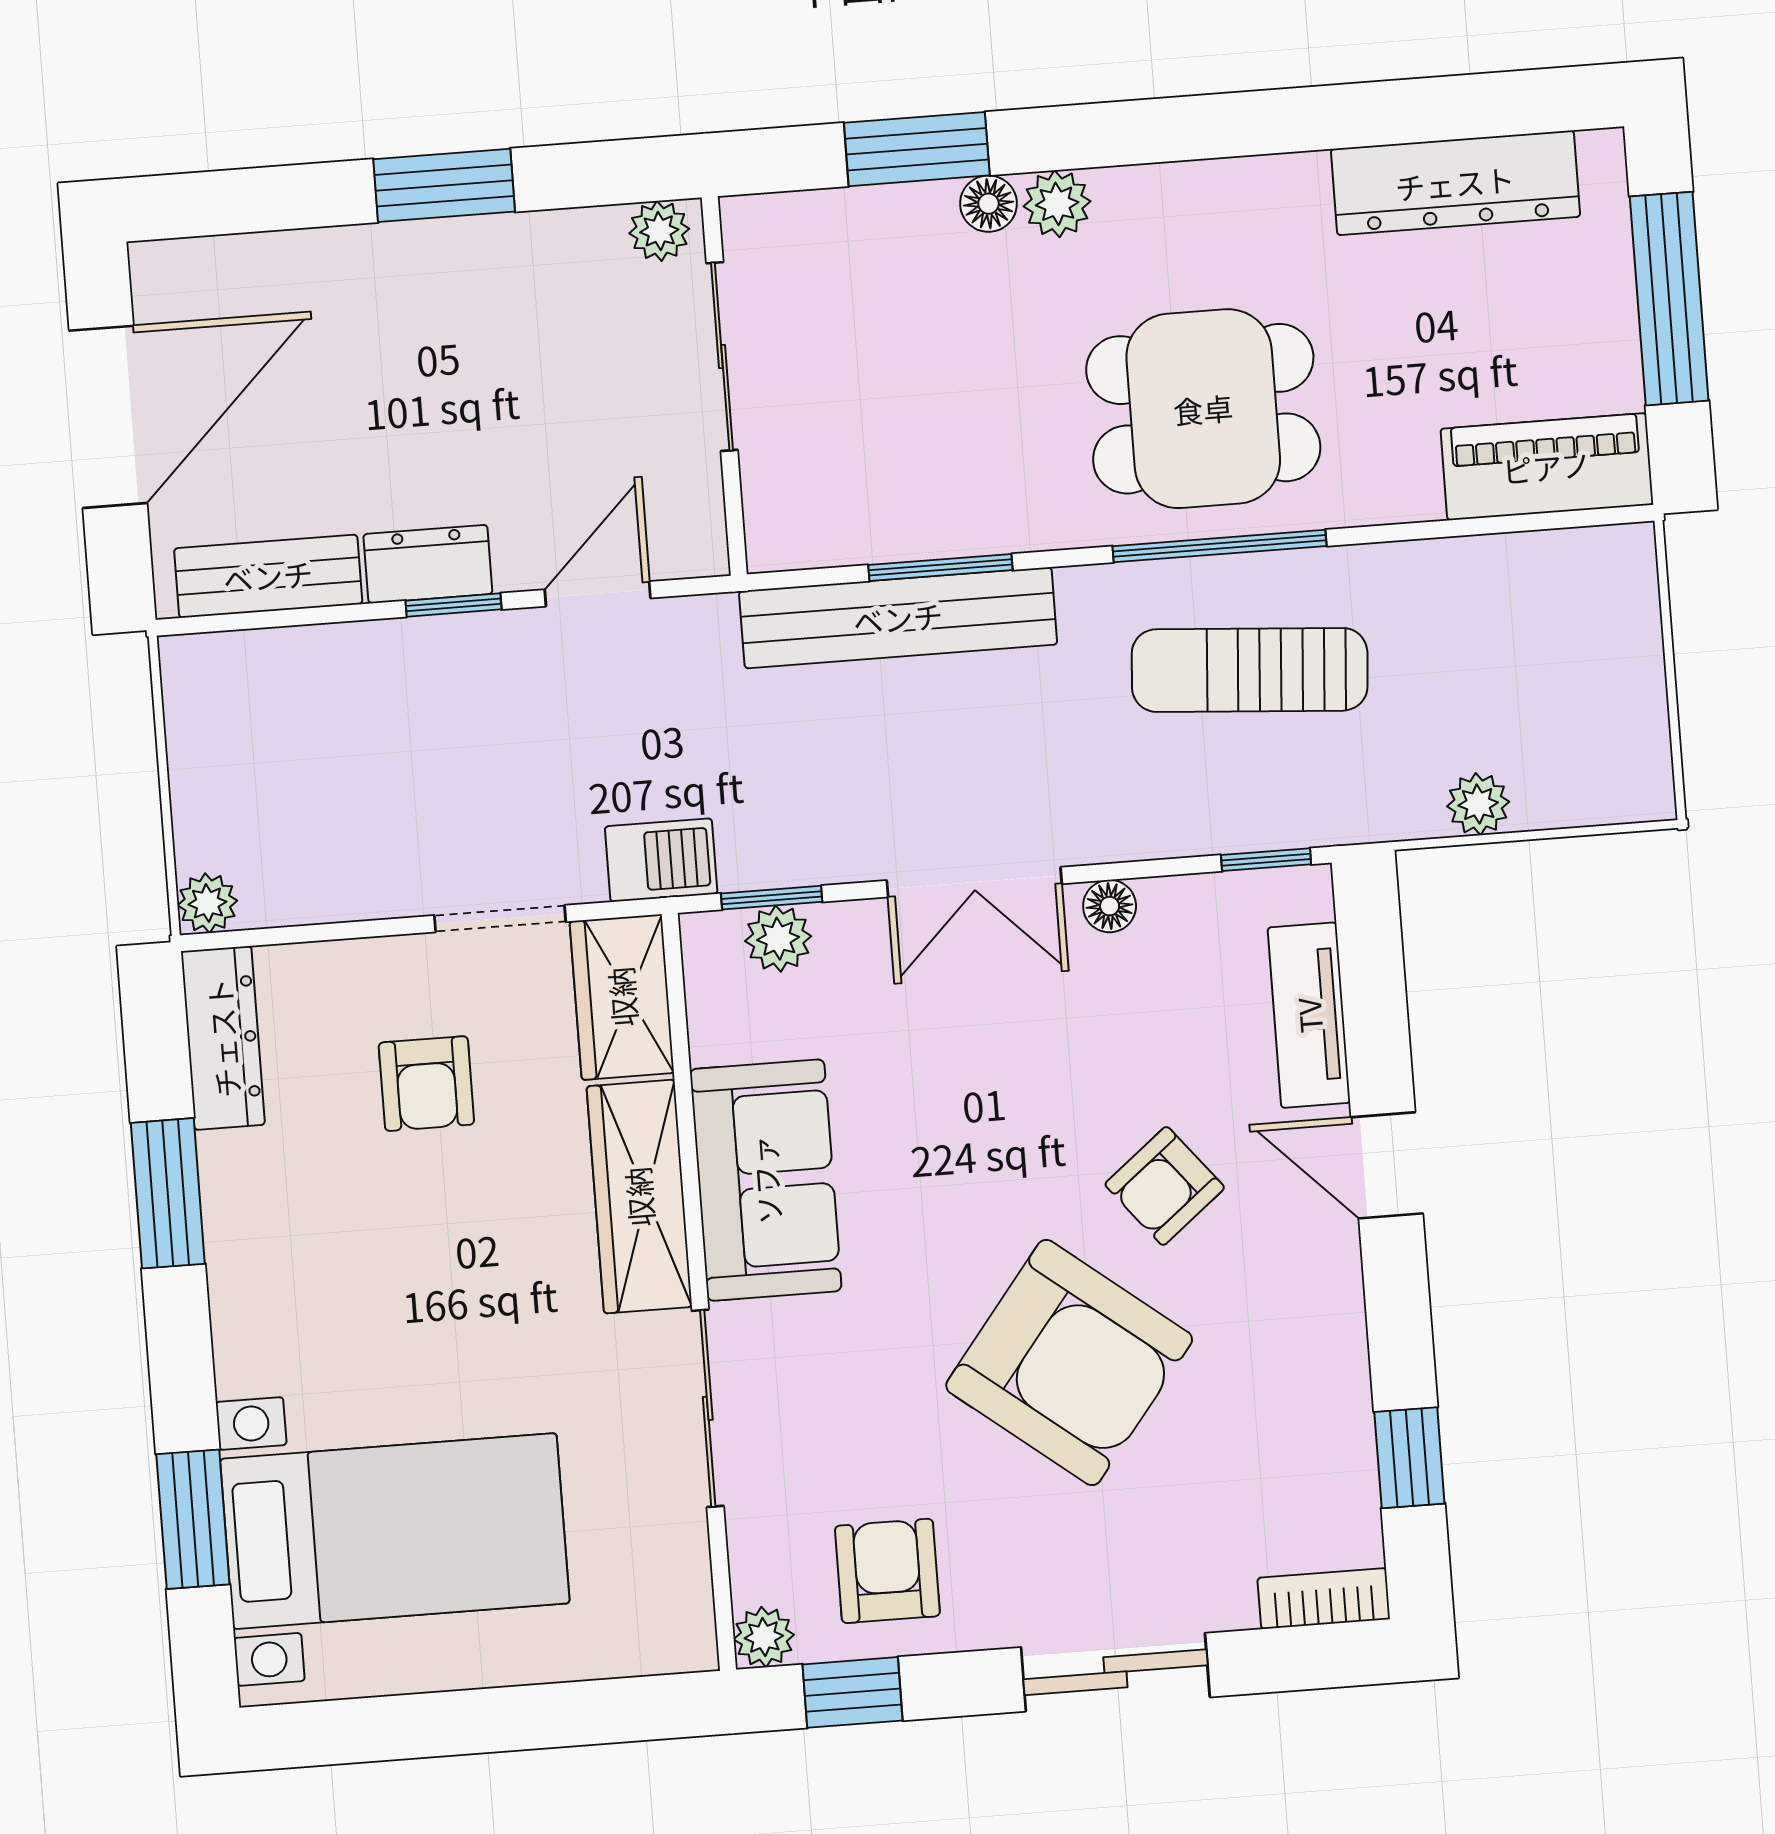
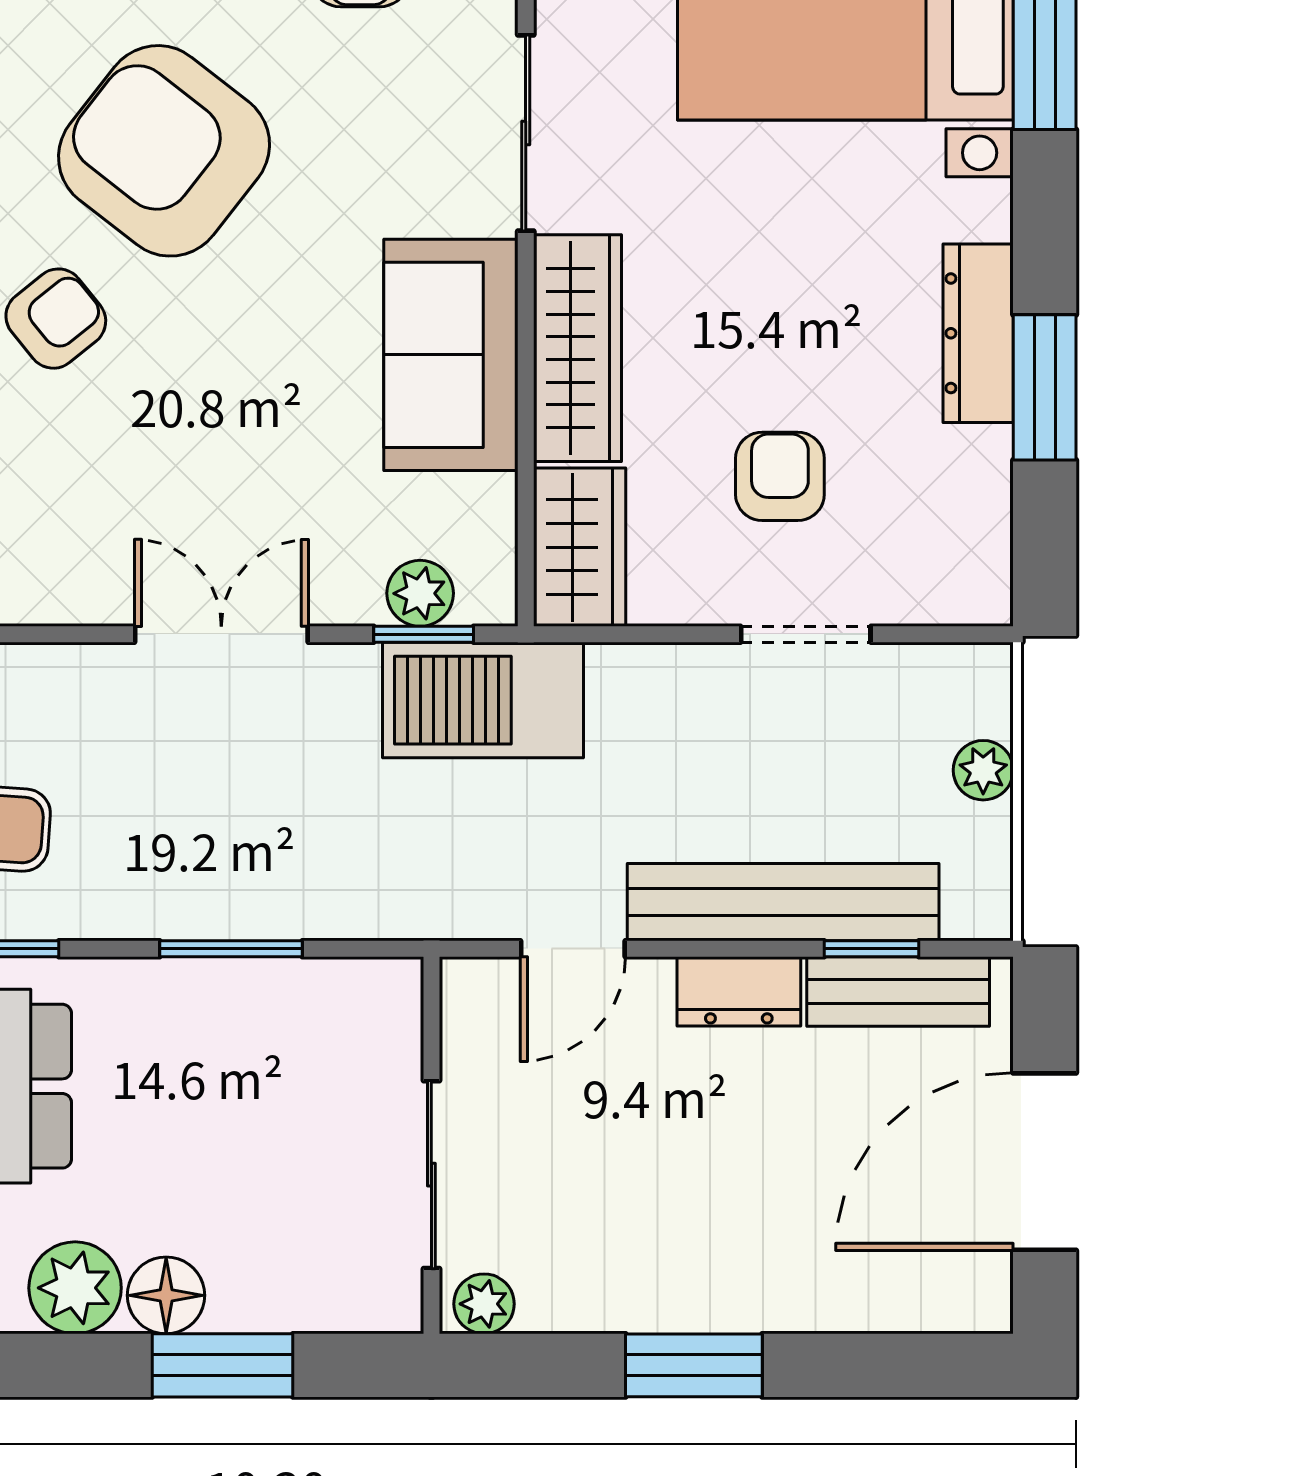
floor lamp: (988, 204) -> (166, 1295), width x1.37, depth x1.37
plant: (1057, 204) -> (75, 1288), width x1.38, depth x1.38
window: (454, 605) -> (871, 949), moved
bench: (898, 618) -> (783, 902), moved
barbecue: (661, 860) -> (483, 700), width x1.88, depth x1.53
plant: (207, 903) -> (983, 770), moved
floor lamp: (1110, 906) -> (89, 600), removed
doorway: (500, 919) -> (806, 634), moved
dresser: (223, 1038) -> (978, 333), moved

